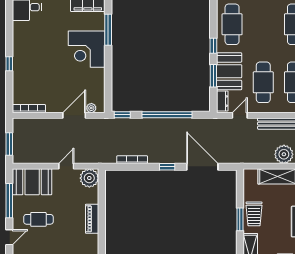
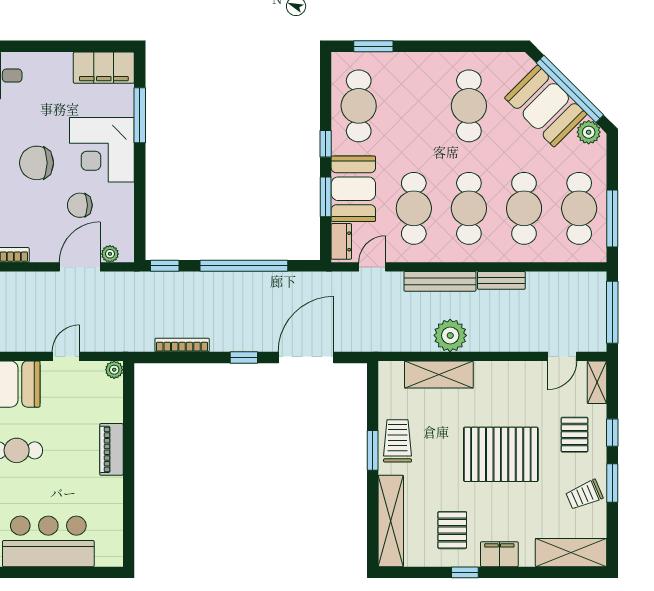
chair: (50, 57) -> (37, 163), added
chair: (74, 81) -> (80, 205), added
door: (202, 167) -> (306, 357), hinge flipped
plant: (89, 178) -> (114, 370), width x0.53, depth x0.53
trolley: (254, 214) -> (398, 441), turned 180

